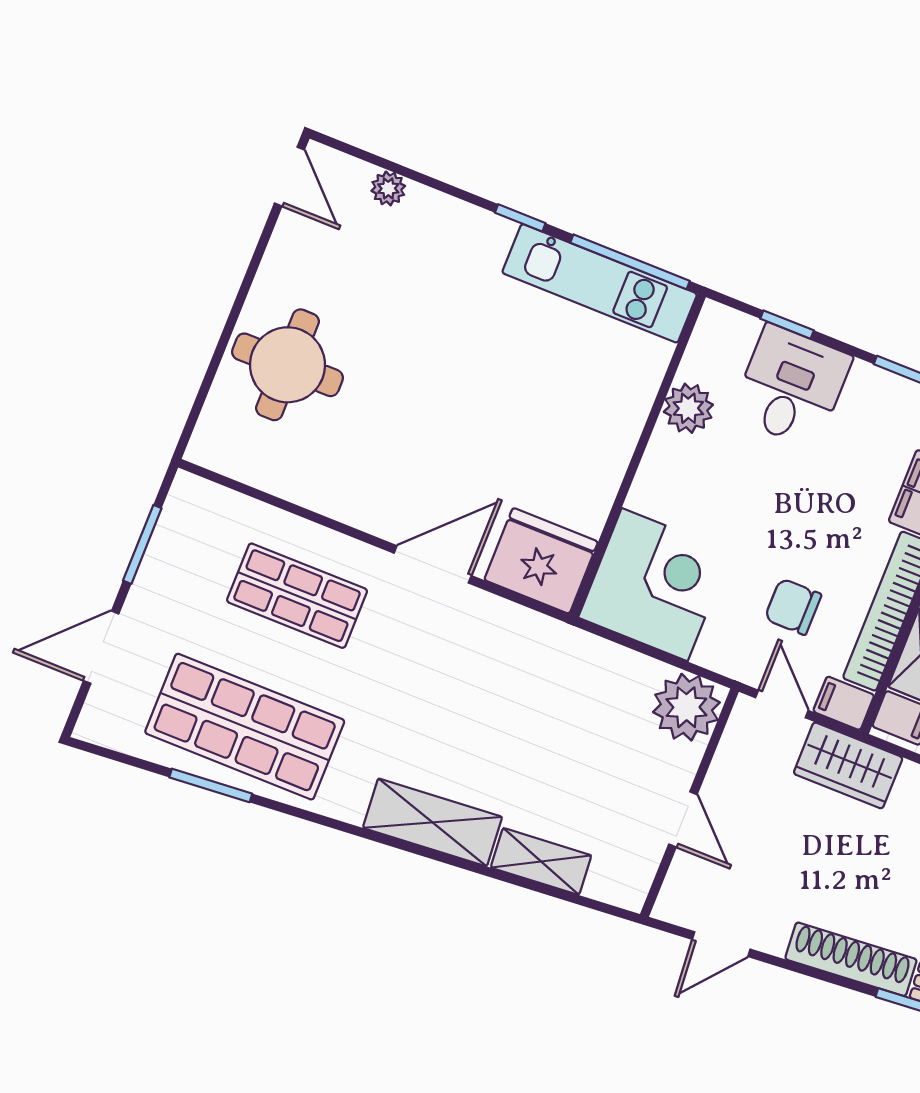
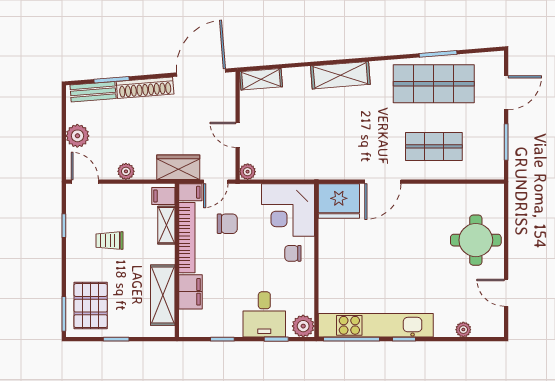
door: (289, 177) -> (506, 293), moved
kitchen unit: (600, 283) -> (376, 325), width x1.36
plant: (688, 408) -> (303, 326), moved
chair: (680, 490) -> (293, 253), added
door: (782, 704) -> (216, 182), hinge flipped
plant: (686, 707) -> (248, 172), width x0.53, depth x0.53
door: (683, 819) -> (238, 135), moved
shelving: (541, 861) -> (261, 79), moved
door: (721, 944) -> (201, 73), width x1.87

